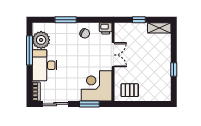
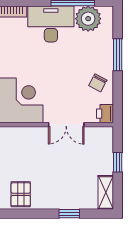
window: (174, 69) -> (69, 214), moved
pallet: (130, 90) -> (21, 194), moved

